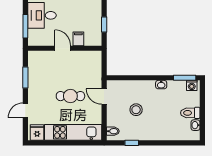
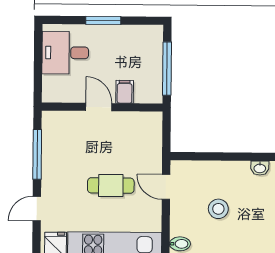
window: (104, 24) -> (167, 69), width x2.17
window: (25, 26) -> (38, 70), removed
window: (25, 77) -> (37, 154), width x1.44

